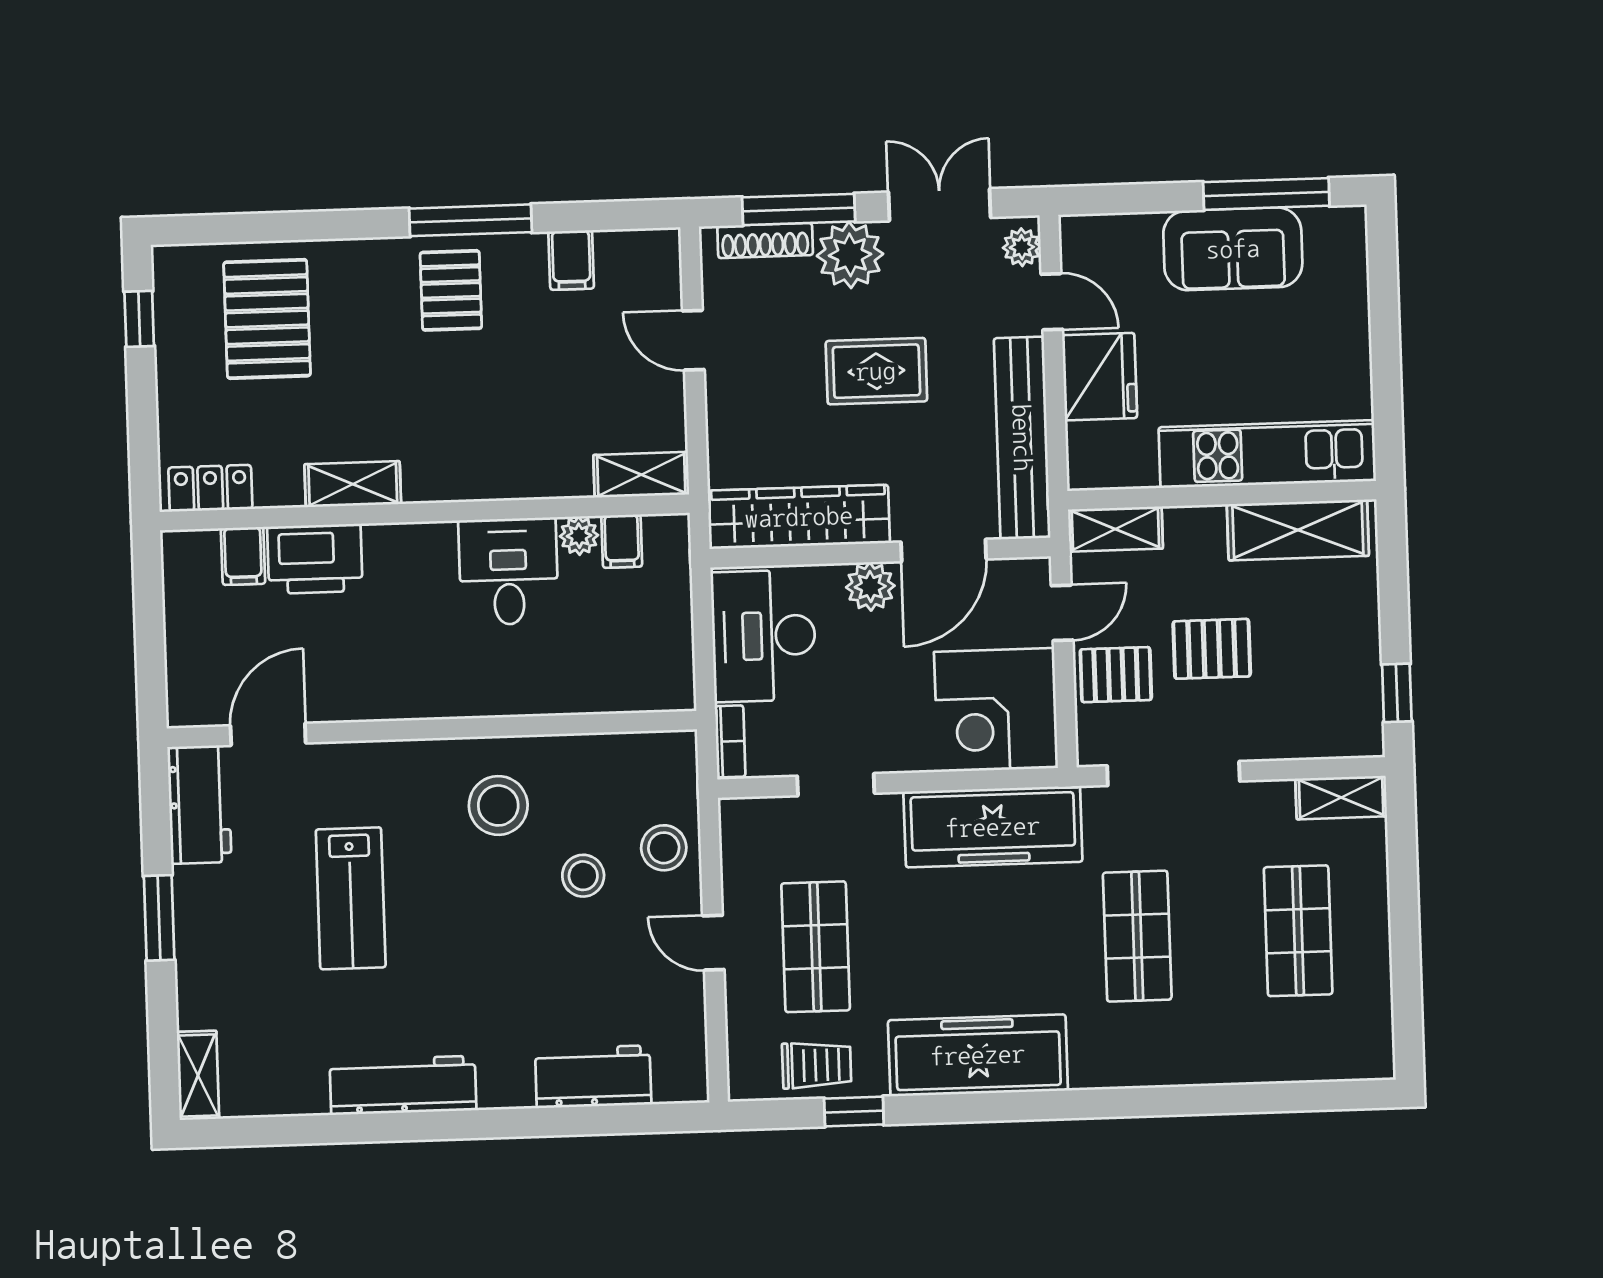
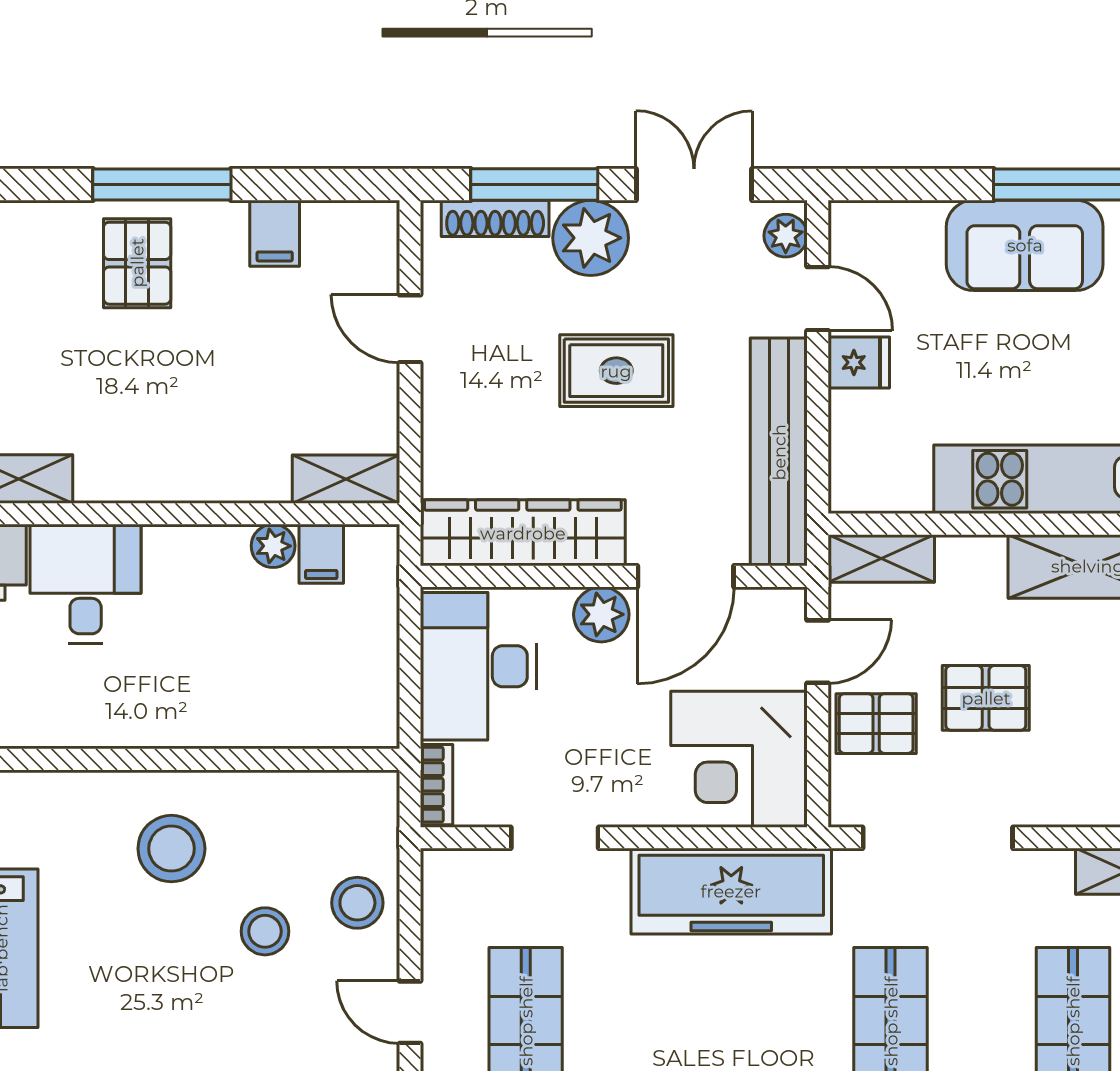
fridge: (1100, 377) -> (859, 362), width x0.53, depth x0.75
desk: (508, 571) -> (86, 584), moved

